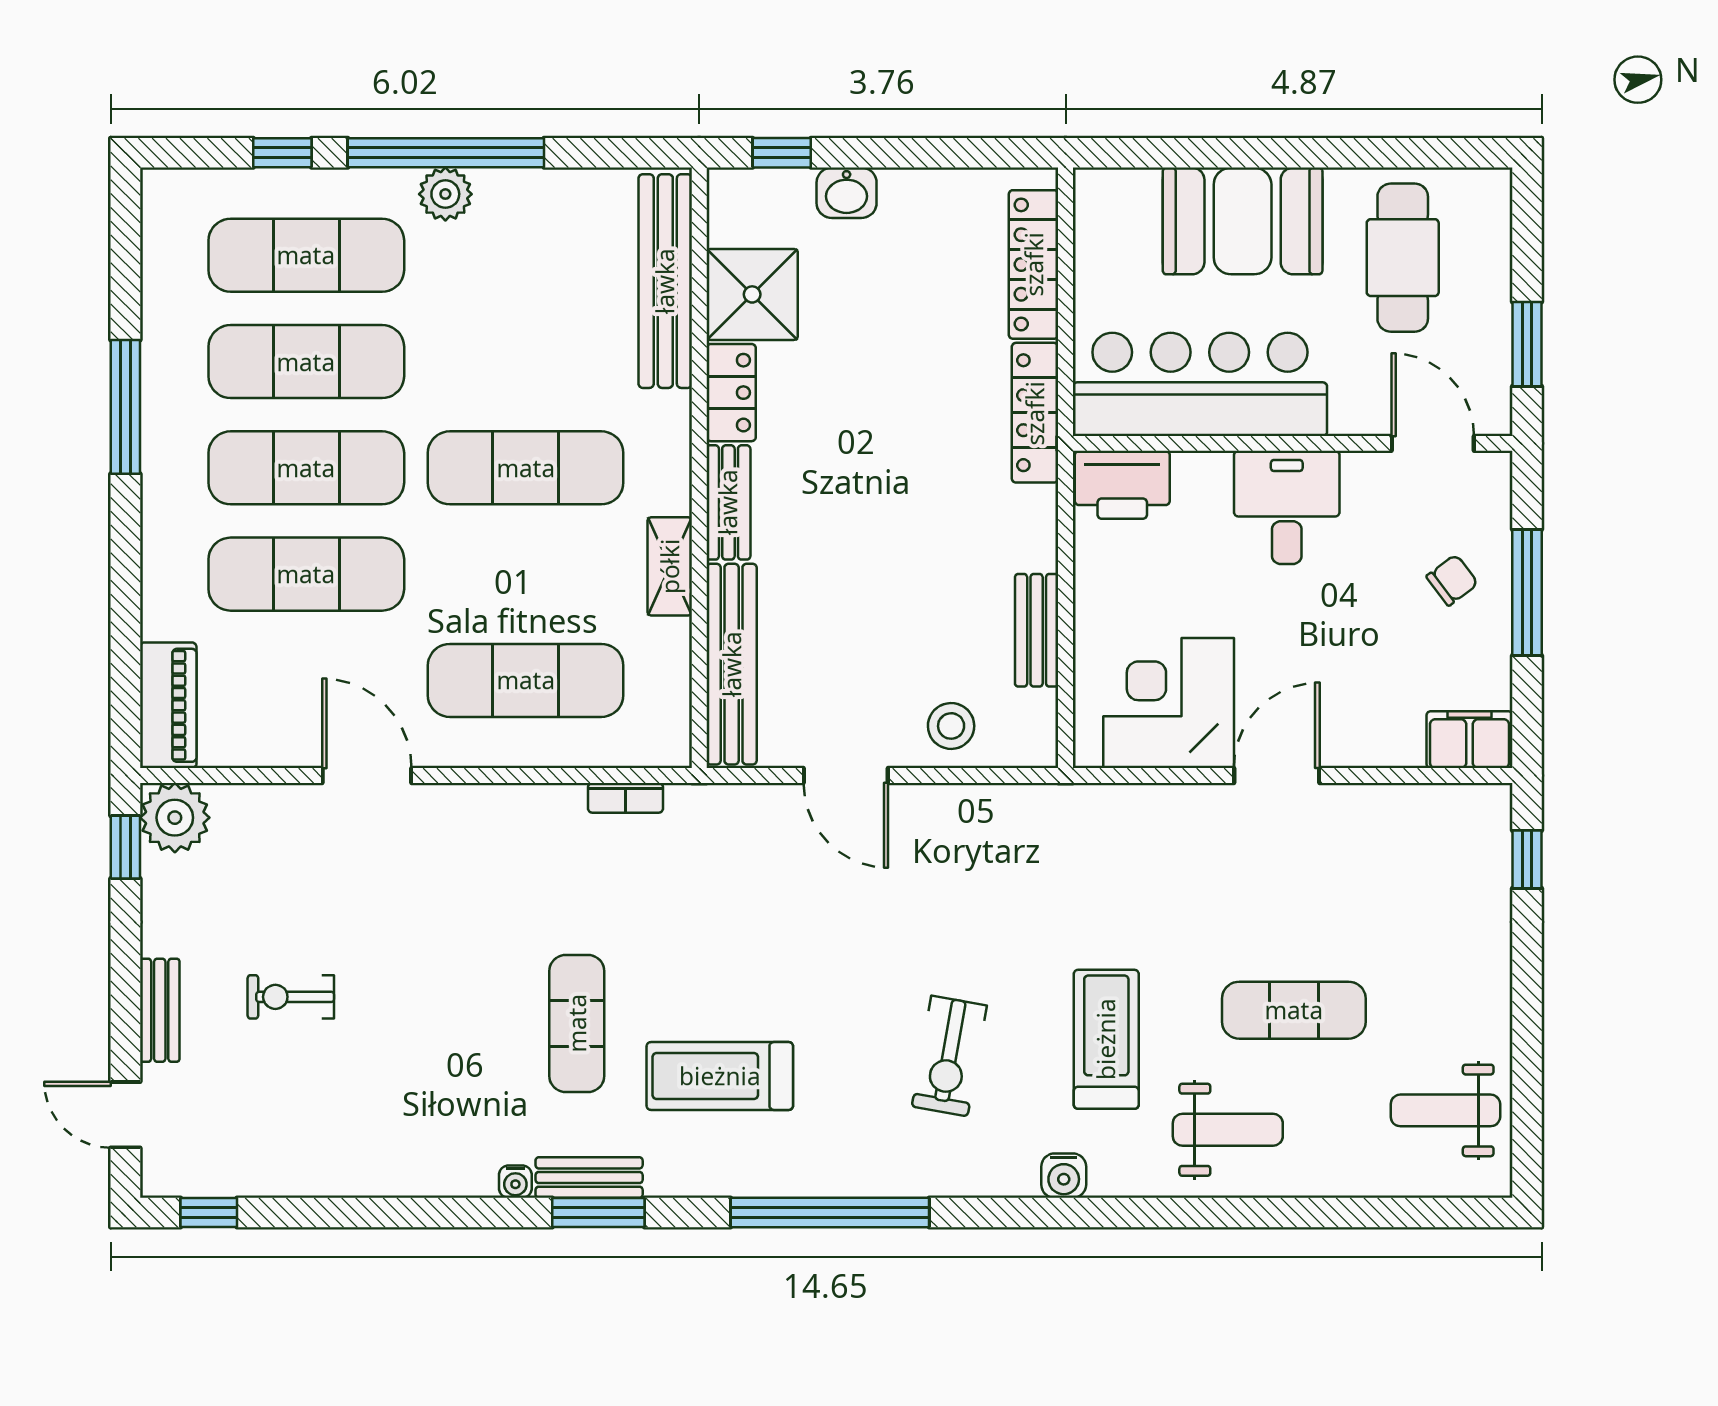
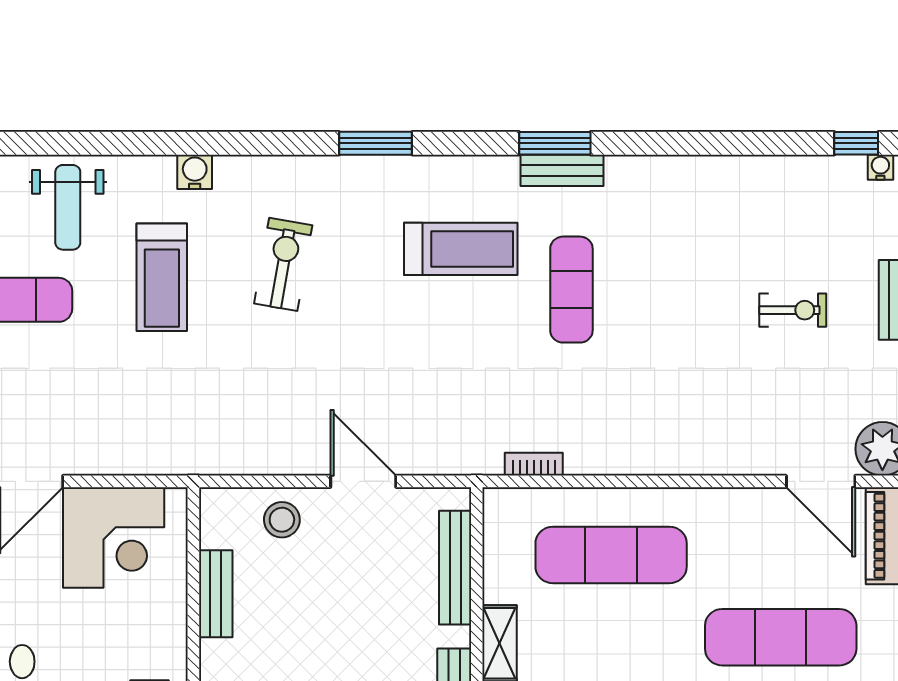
bench: (732, 664) -> (455, 568), width x0.73, depth x0.82
door: (367, 776) -> (821, 481), moved
weight bench: (1228, 1130) -> (68, 207), turned -90
water cooler: (515, 1182) -> (880, 167), moved
window: (830, 1213) -> (376, 143), width x0.47

